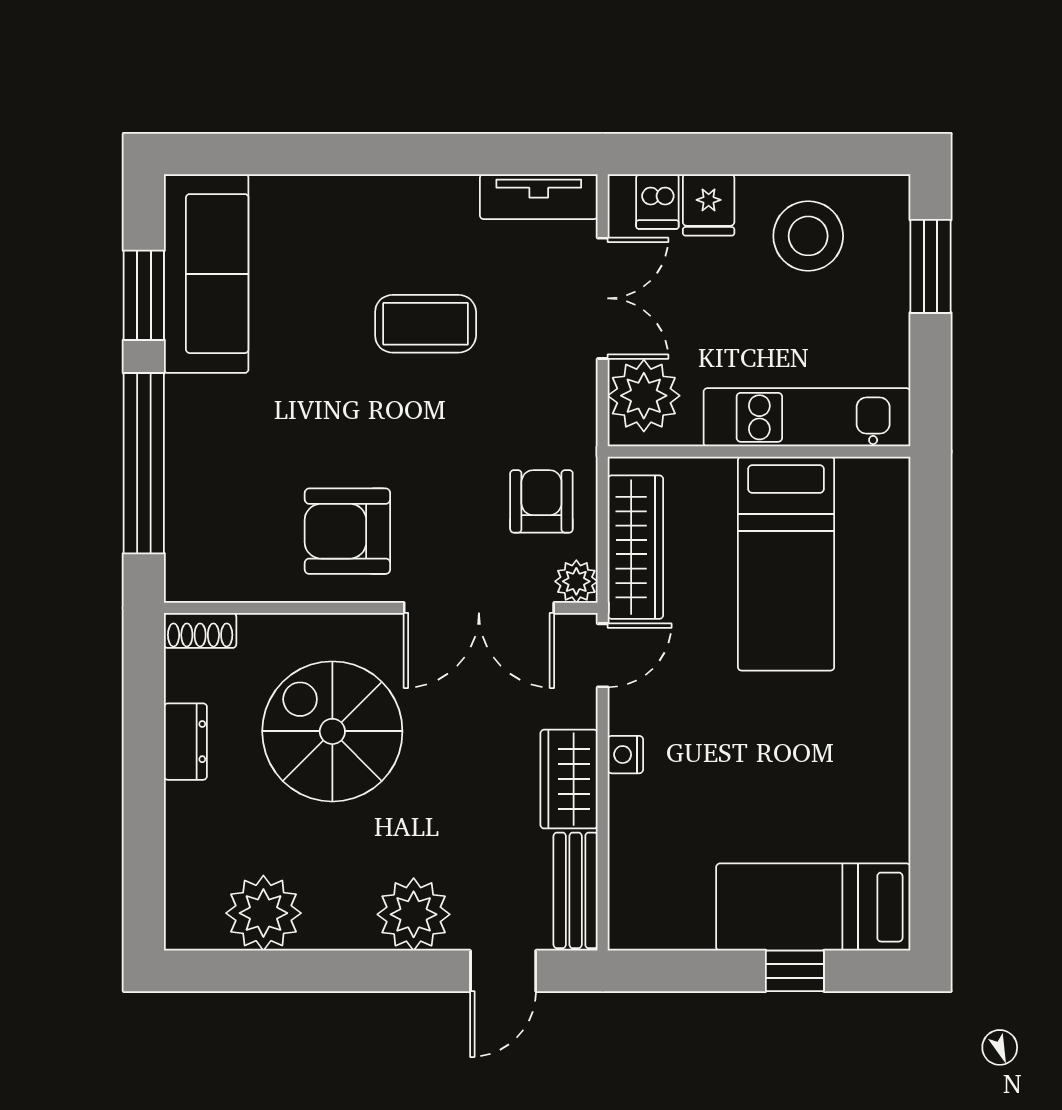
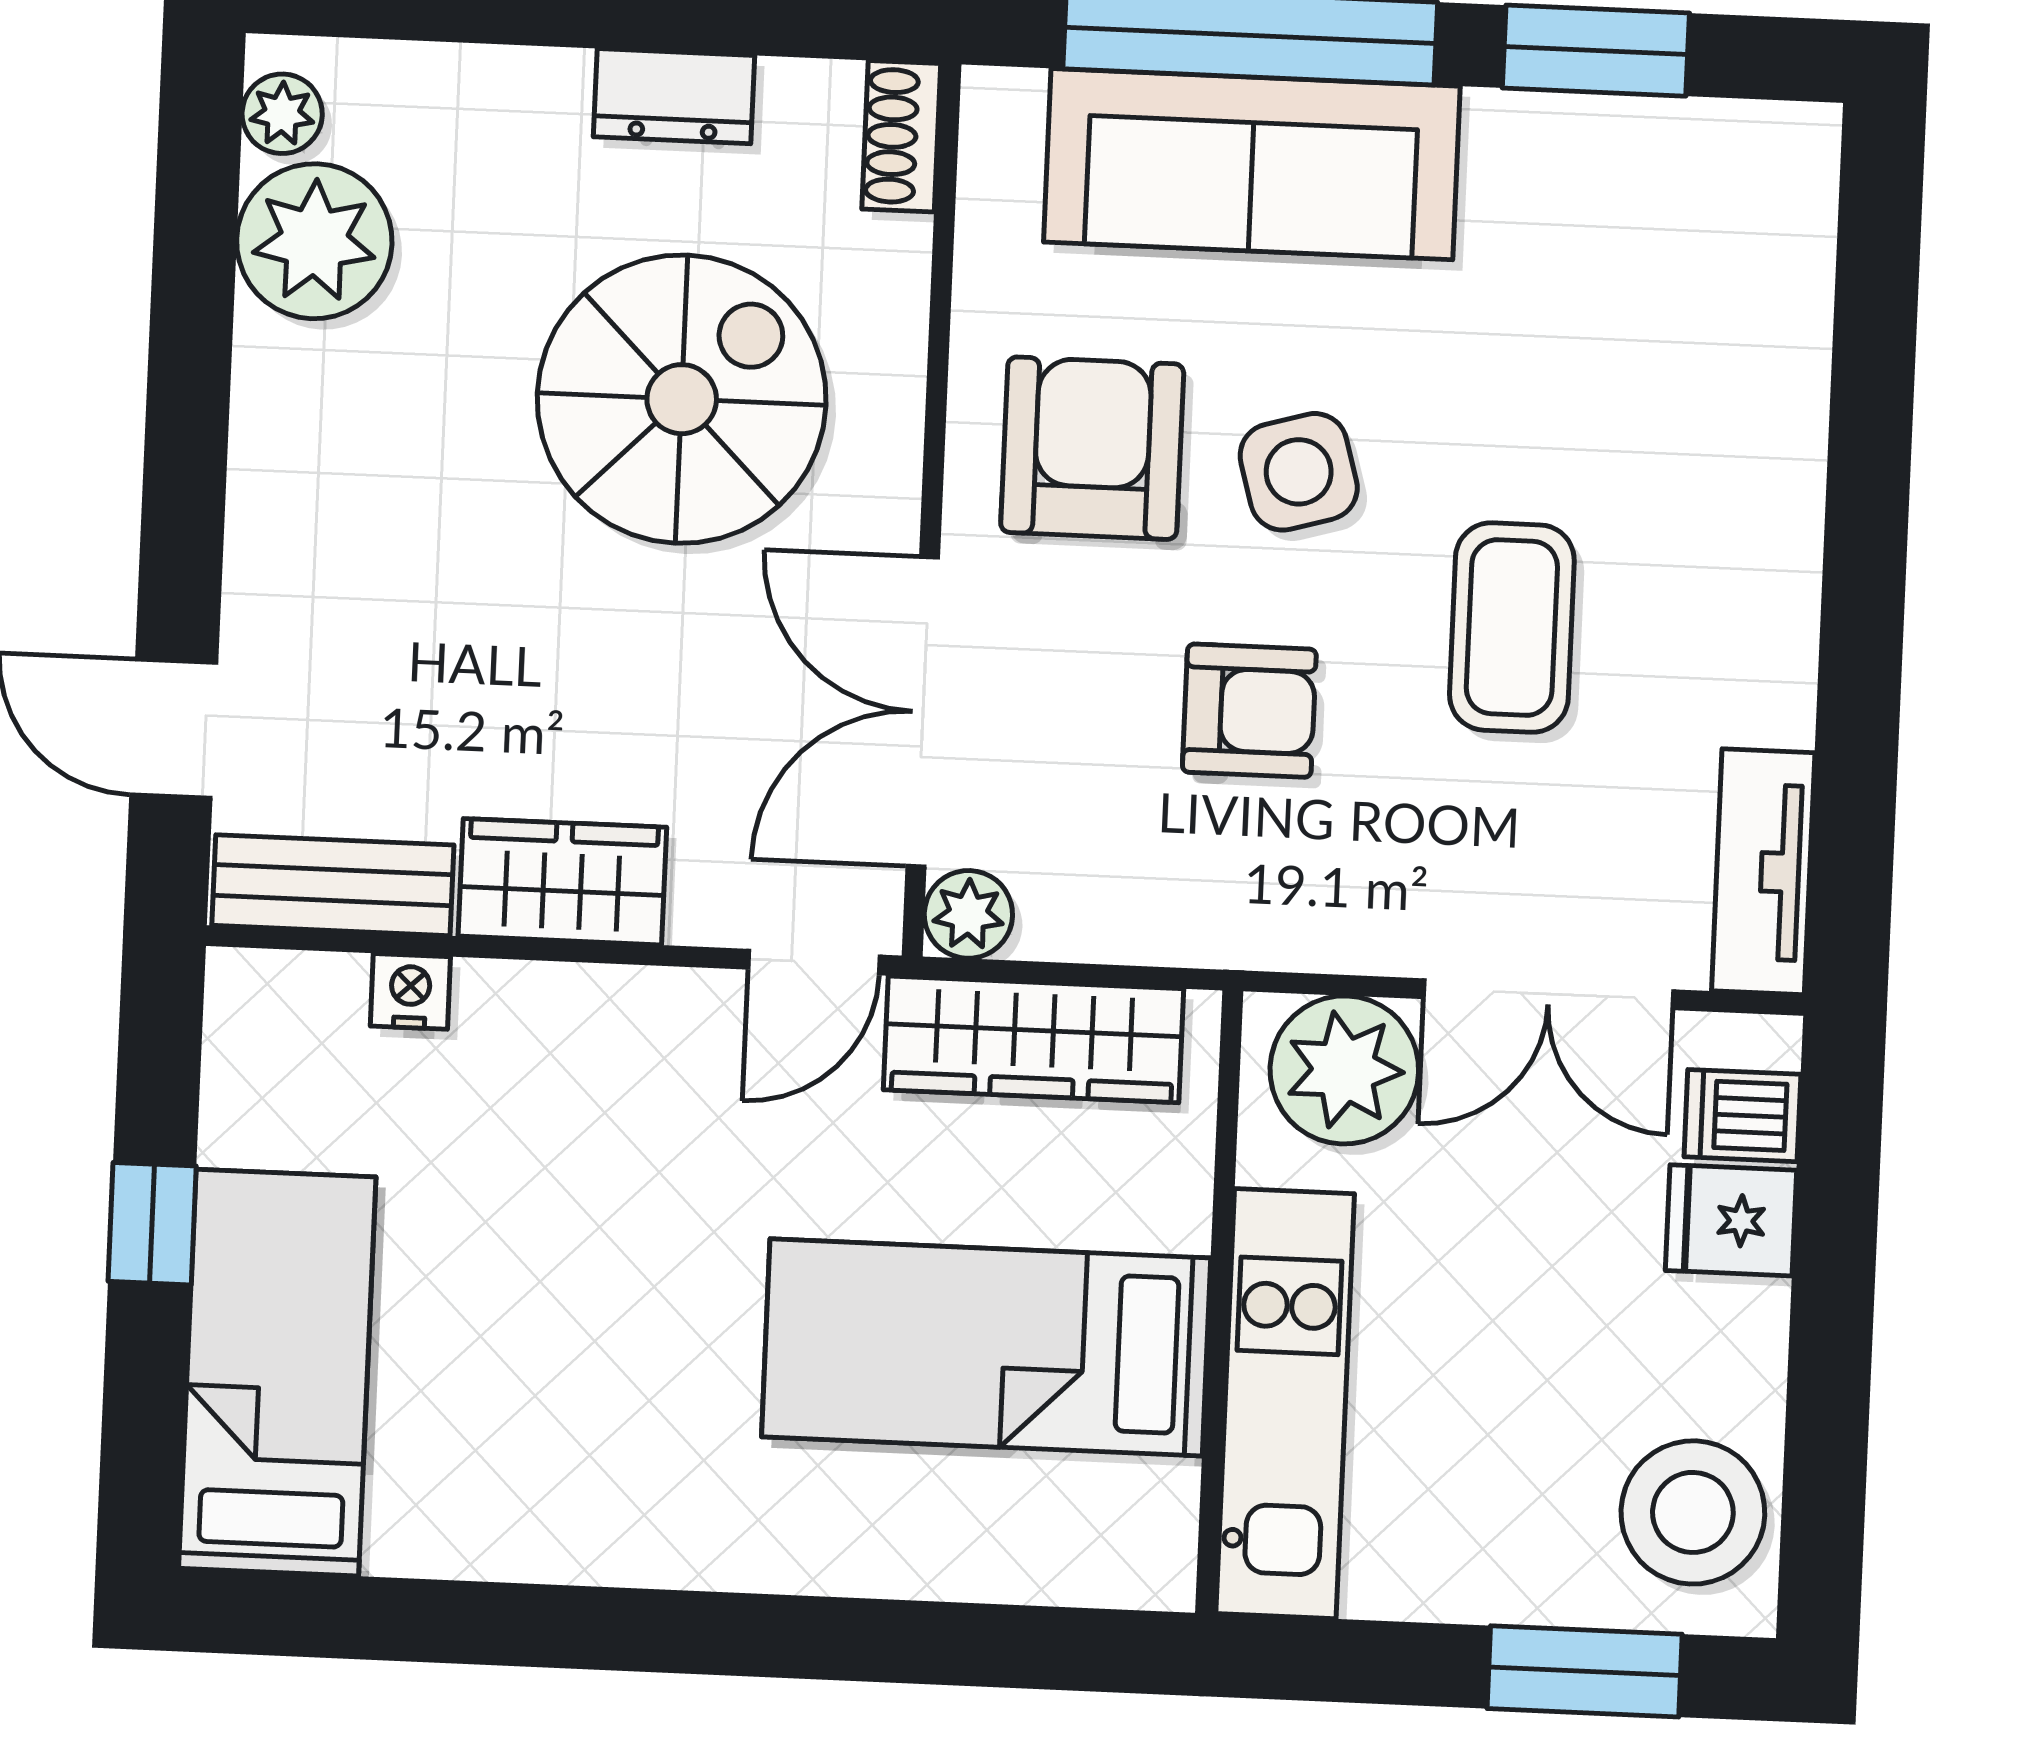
stool: (808, 236) -> (1693, 1512), moved
sofa: (206, 274) -> (1252, 164), moved
side table: (355, 431) -> (1299, 472), added
armchair: (541, 501) -> (1249, 711), moved
door: (603, 655) -> (814, 962), hinge flipped
nightstand: (625, 755) -> (410, 991), moved
plant: (414, 914) -> (282, 114), moved, width x0.53, depth x0.53
window: (795, 971) -> (152, 1224), moved

